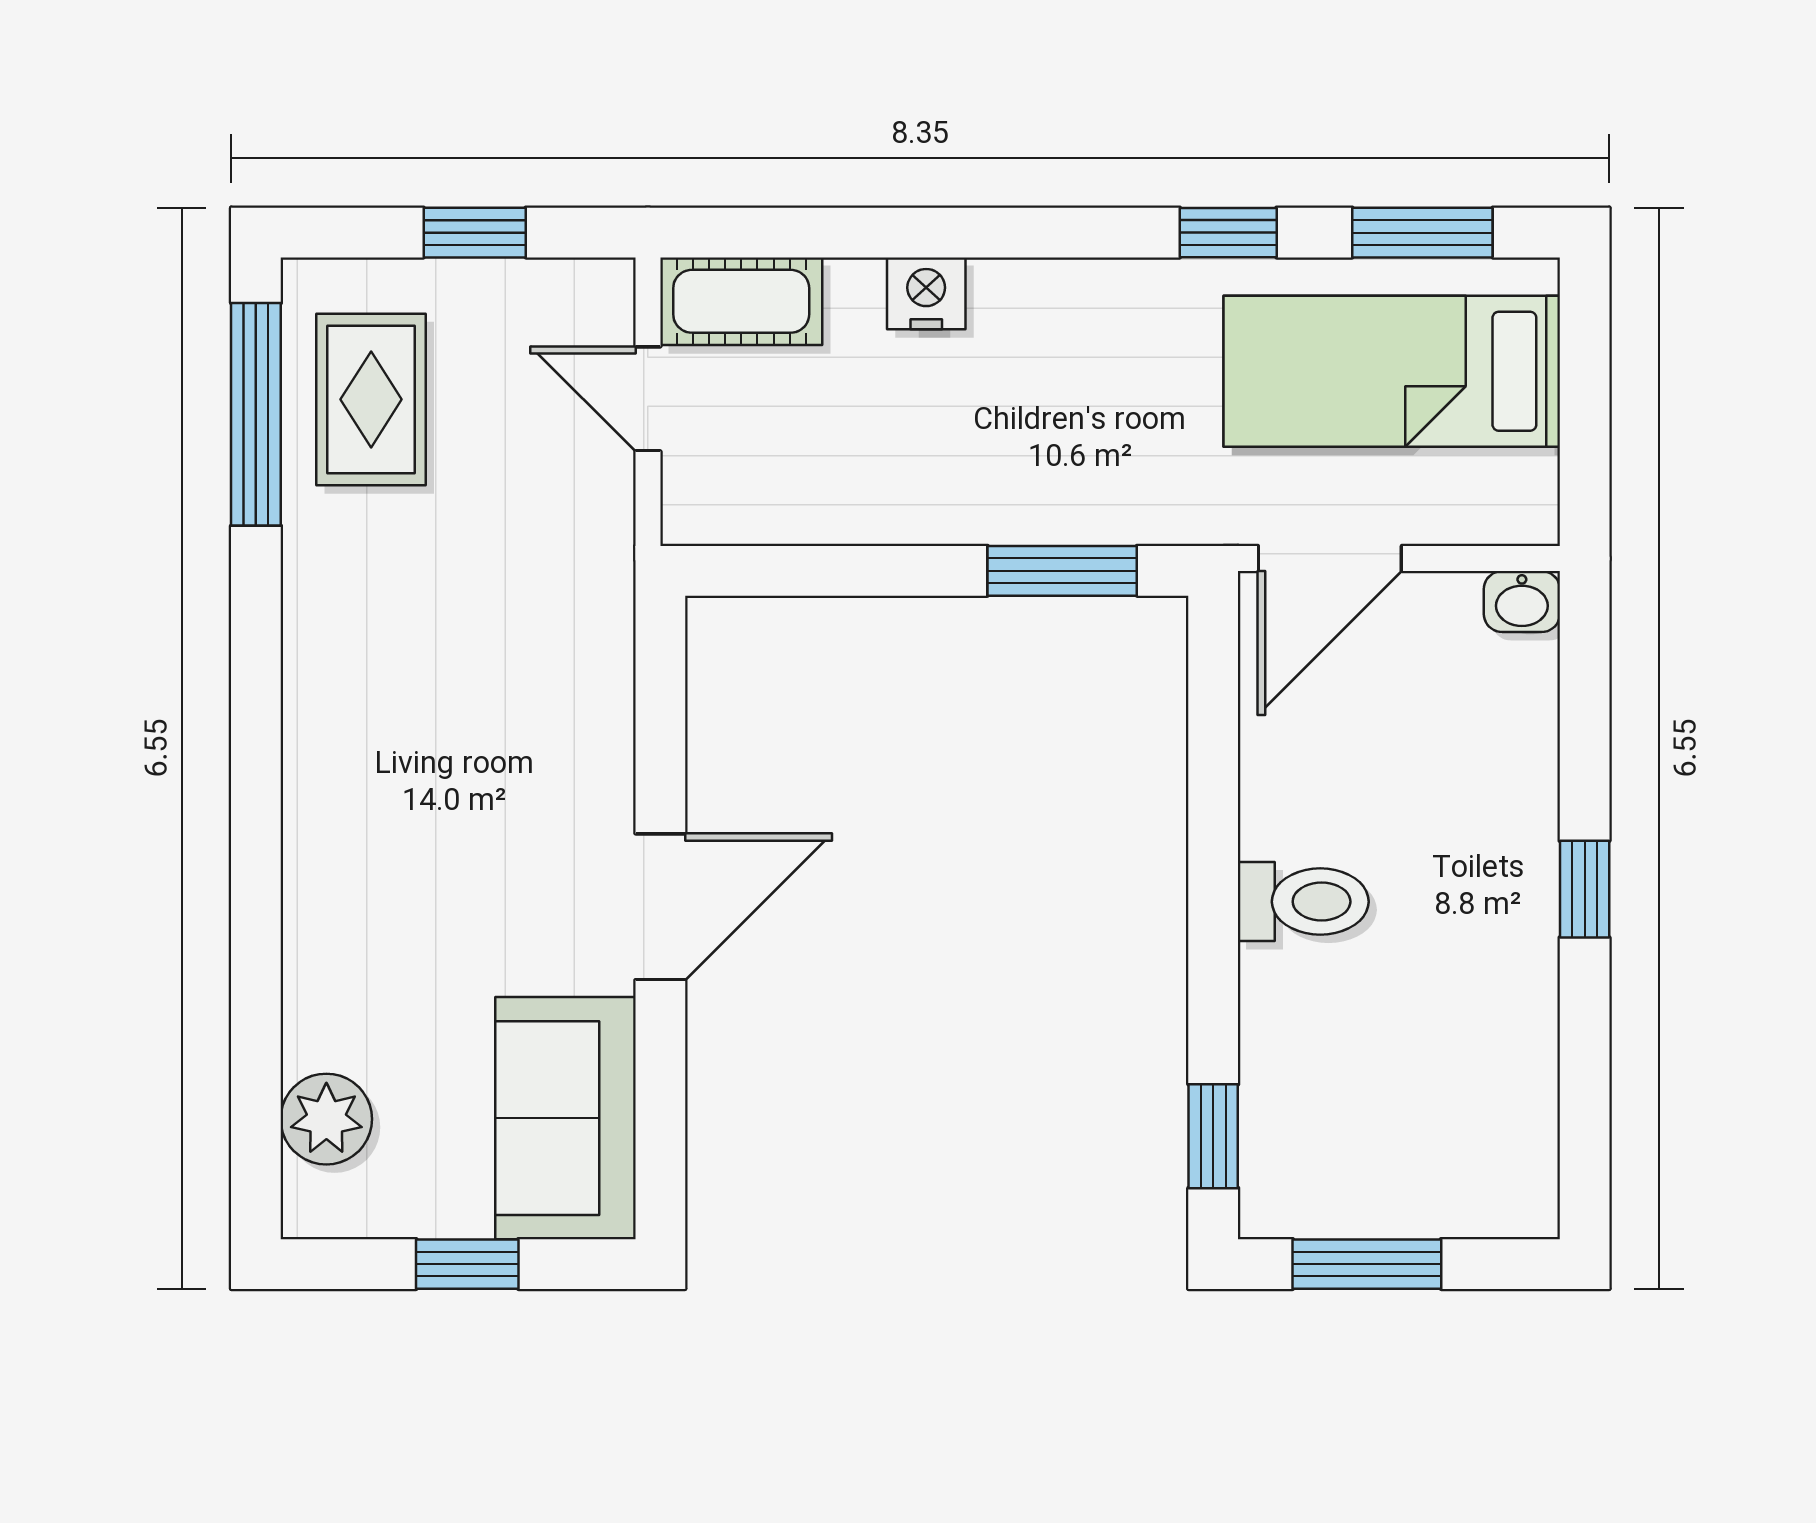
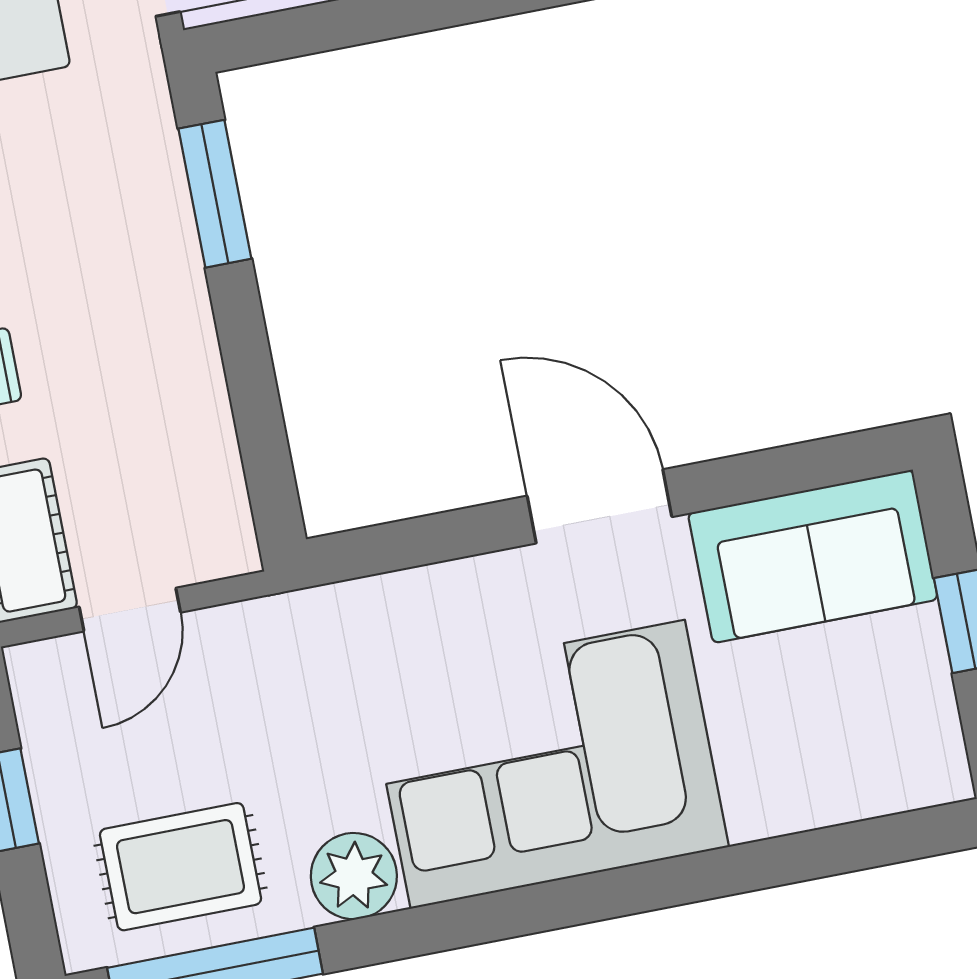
corner sofa: (403, 801) -> (548, 764), added
plant: (326, 1119) -> (354, 876), moved

